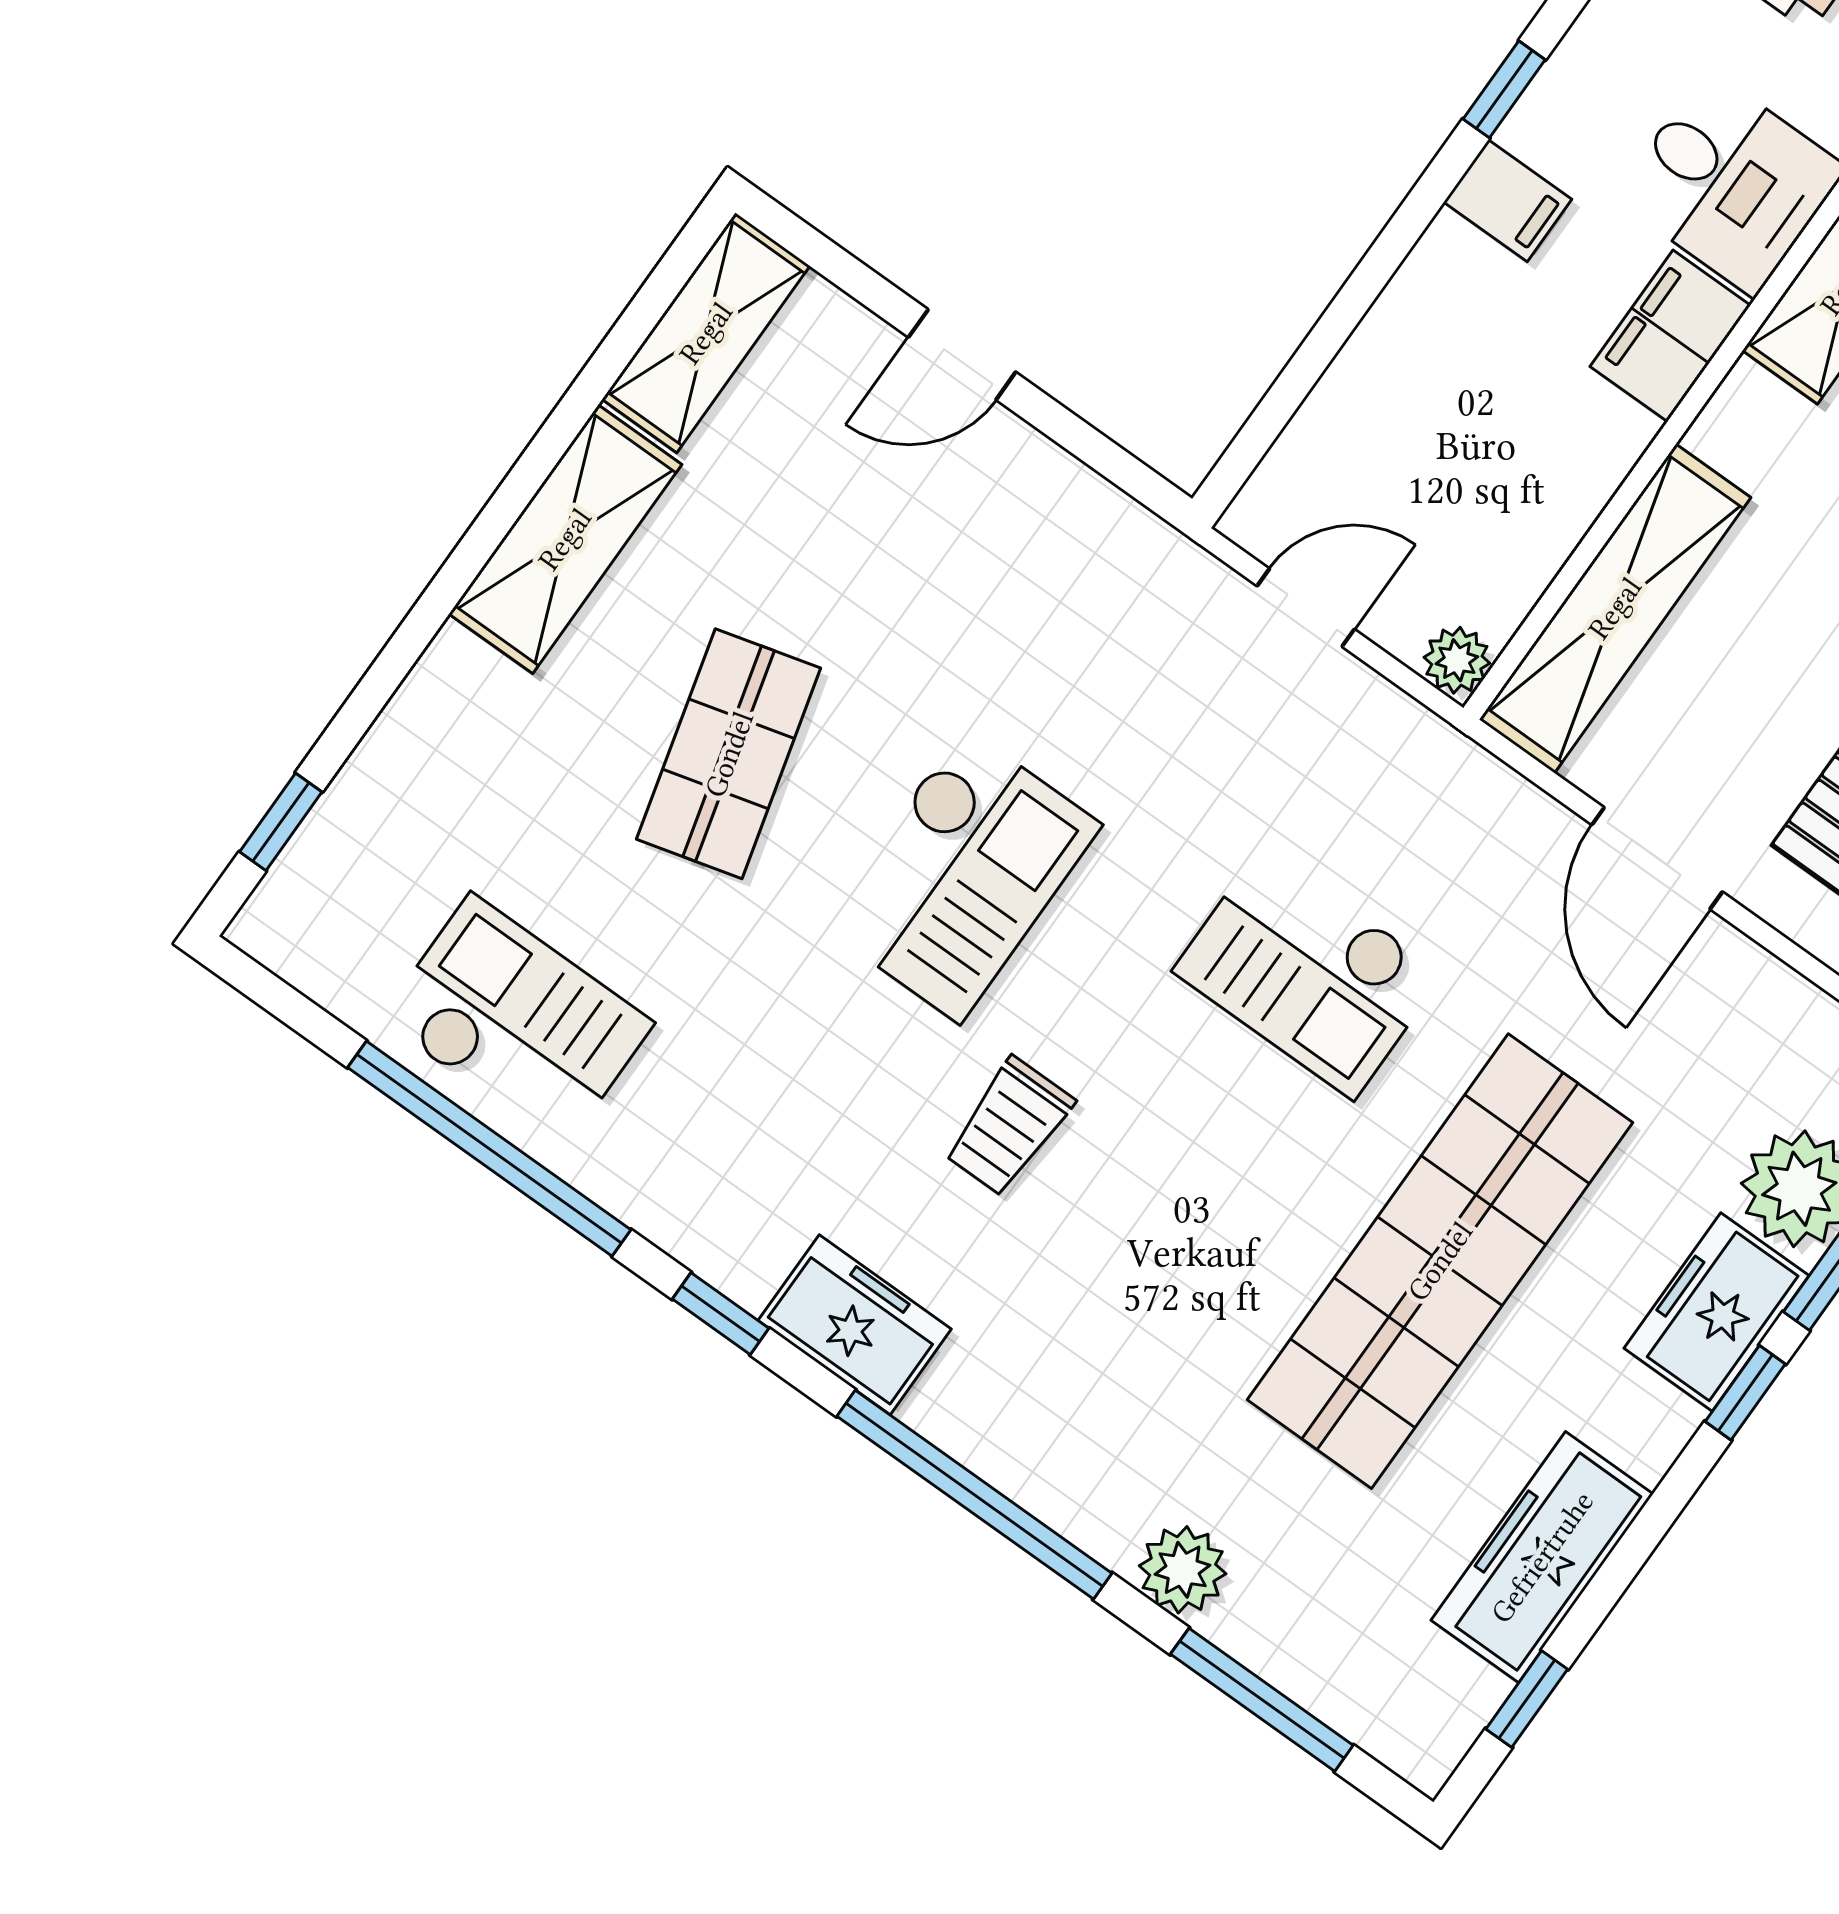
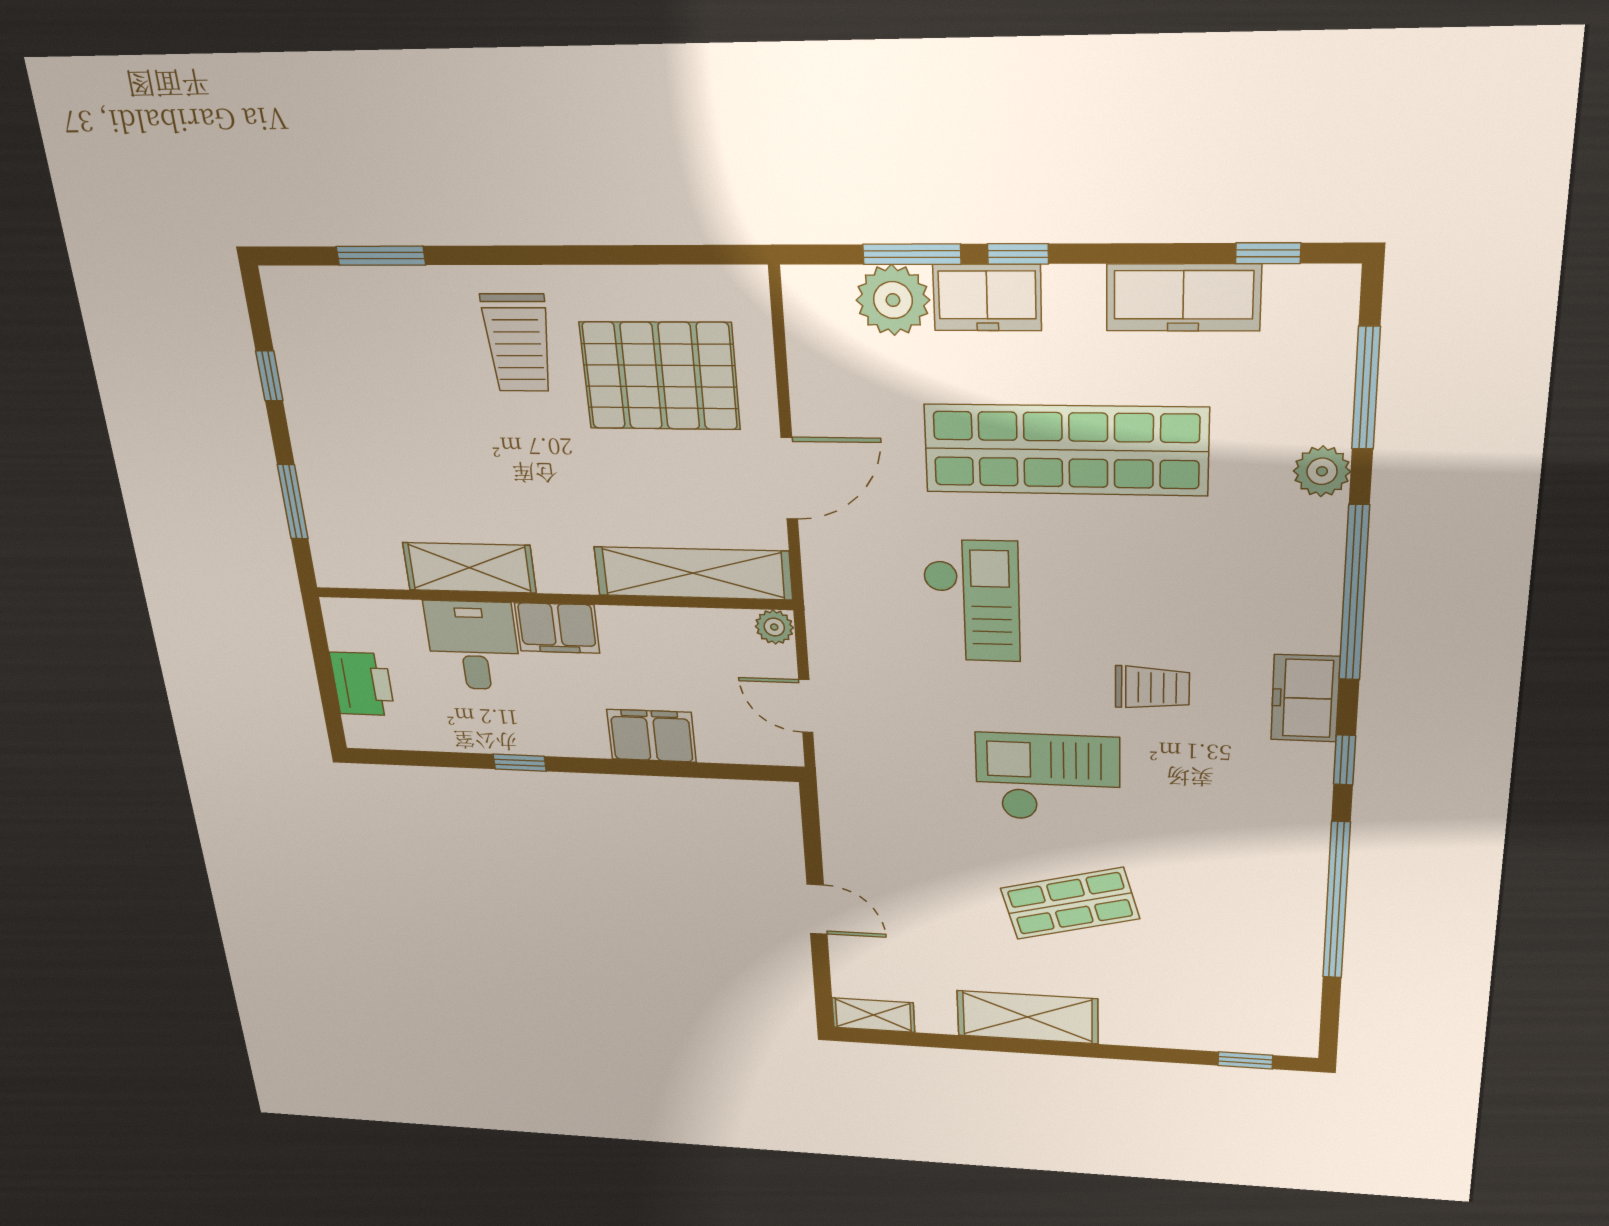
filing cabinet: (1508, 201) -> (652, 736), moved, width x2.00
shelving: (706, 333) -> (873, 1015), width x0.67, depth x0.75
checkout: (517, 1022) -> (1265, 921), removed

